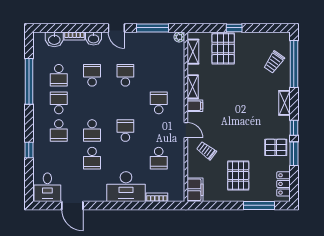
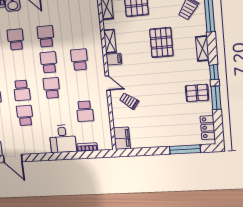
school desk: (125, 103) -> (49, 62), added
school desk: (92, 158) -> (25, 115), turned 180
pallet: (238, 175) -> (161, 43), moved
desk: (126, 187) -> (63, 139), width x0.73

